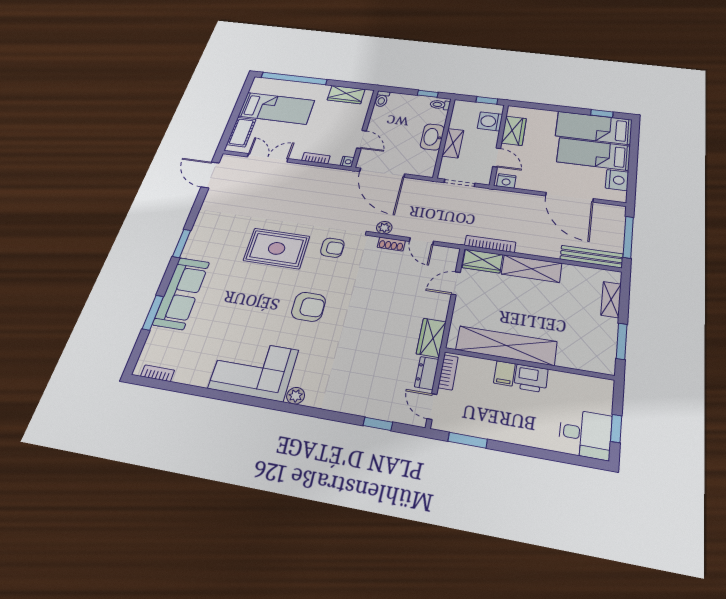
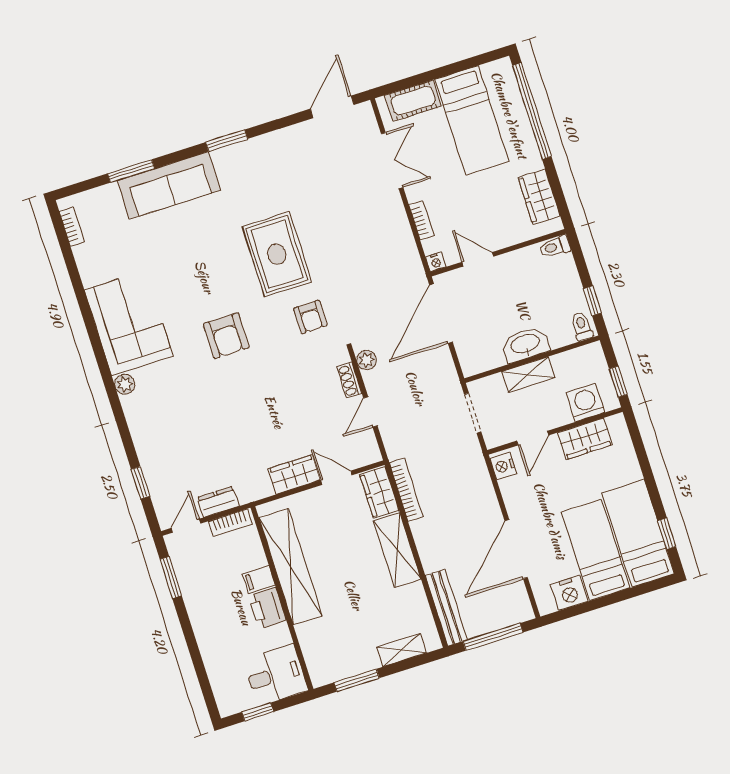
door: (362, 139) -> (478, 259), swing flipped
wardrobe: (431, 338) -> (294, 475), moved
desk: (585, 434) -> (276, 675), moved, turned -90

